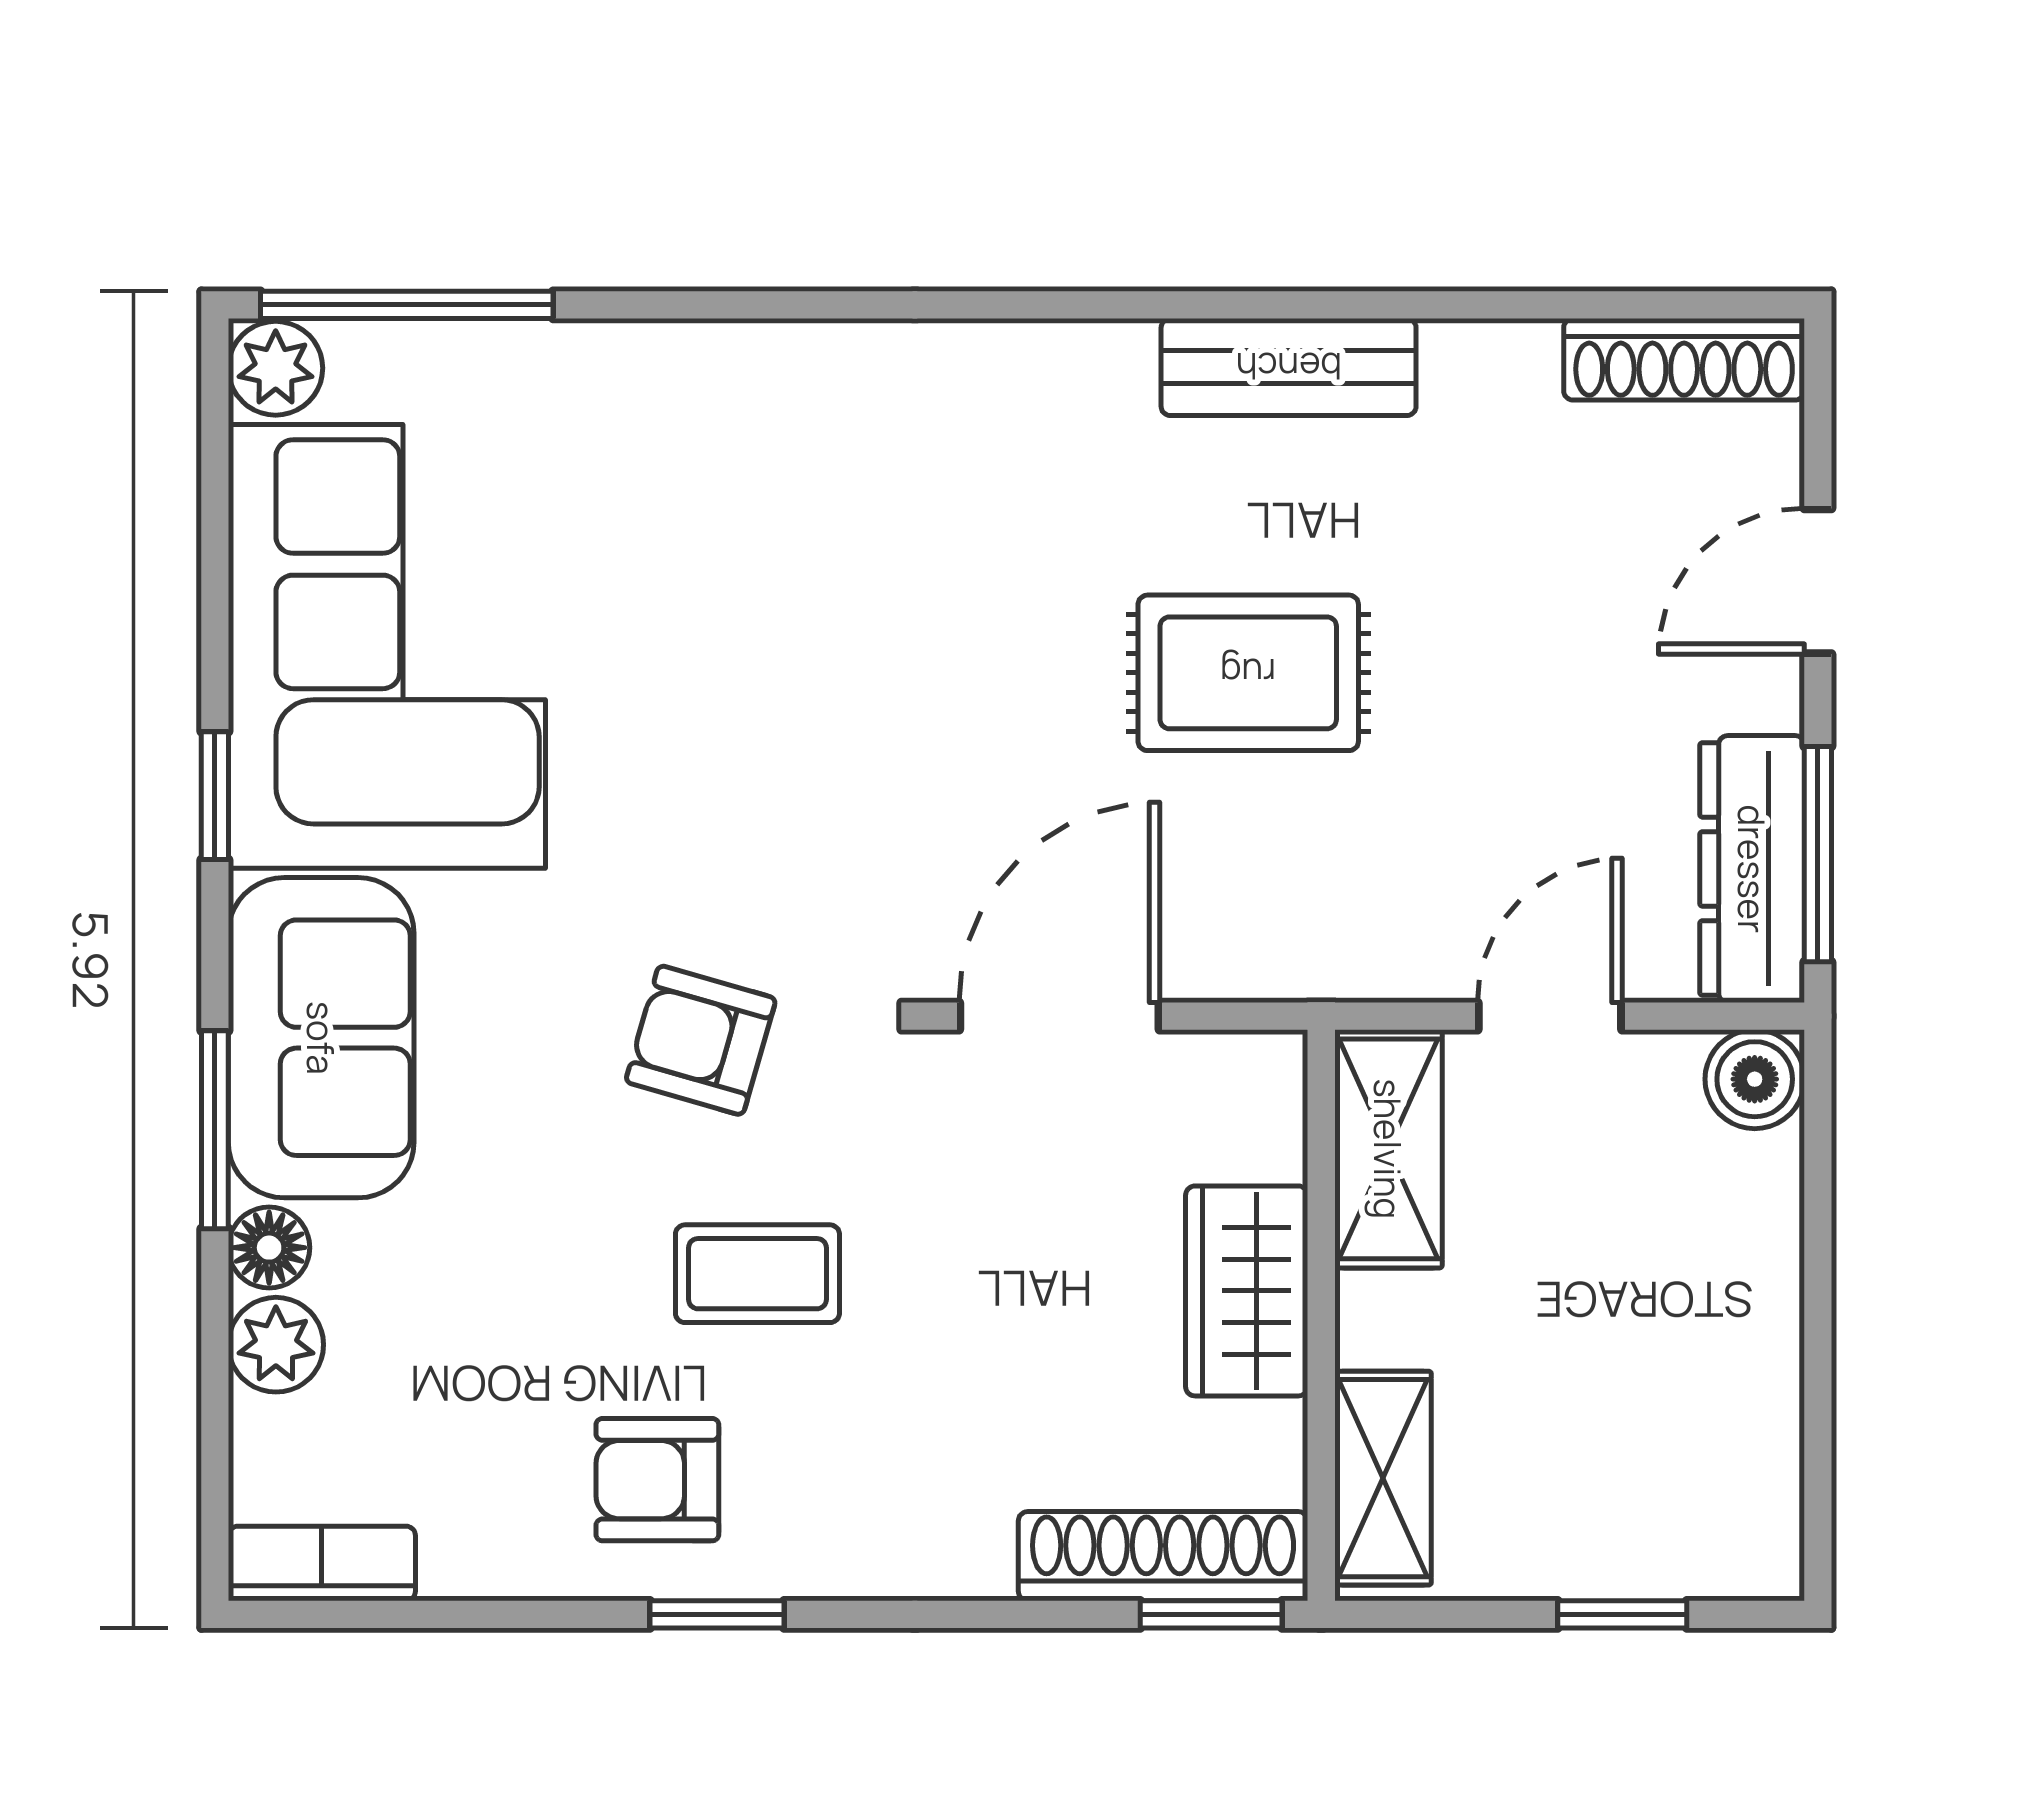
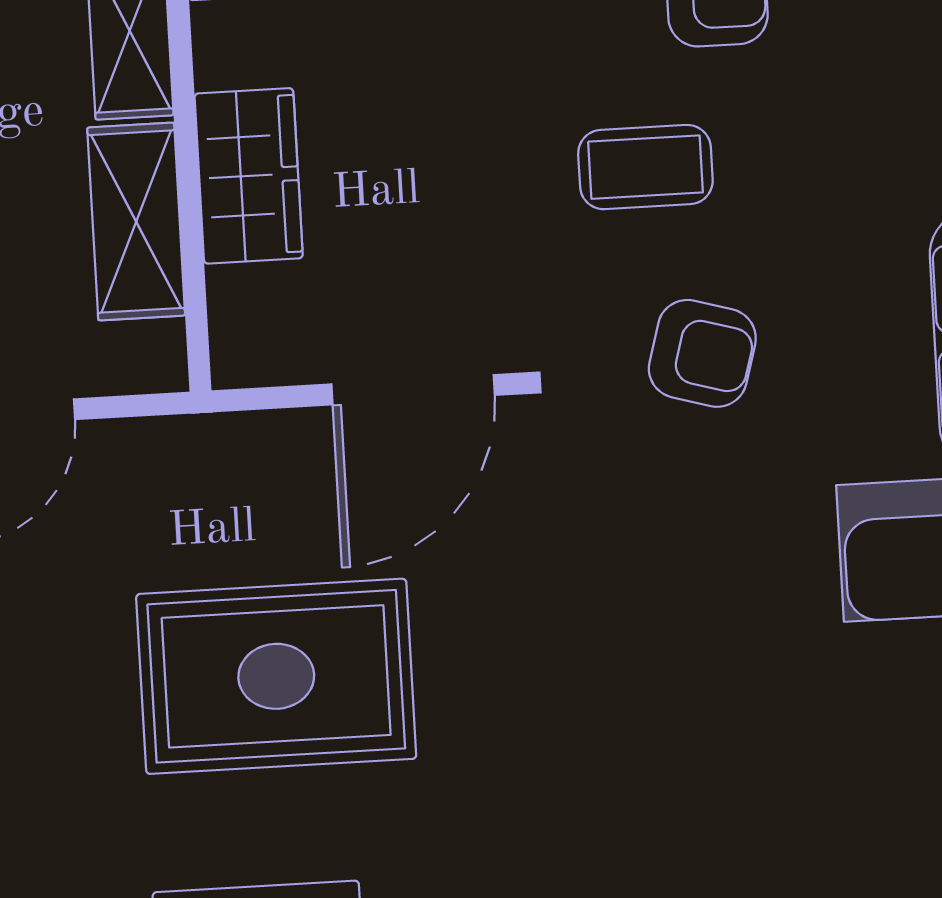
rug: (1248, 673) -> (276, 676), width x1.36, depth x1.43
shelving: (1388, 1149) -> (136, 222), moved

